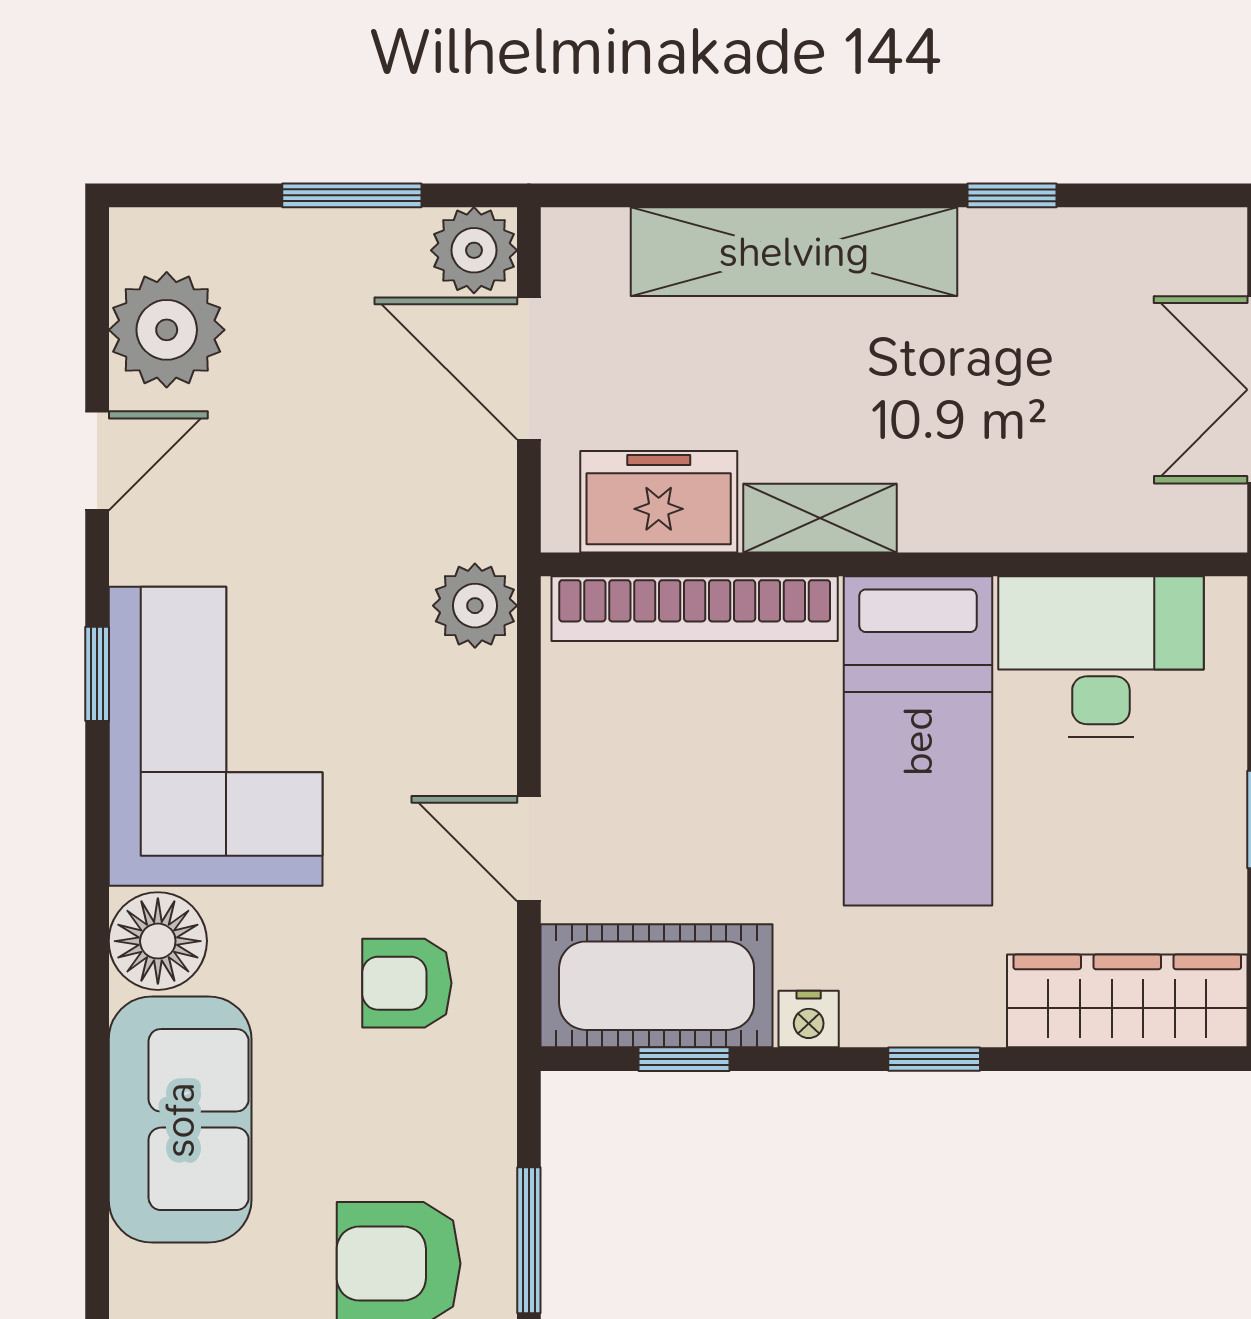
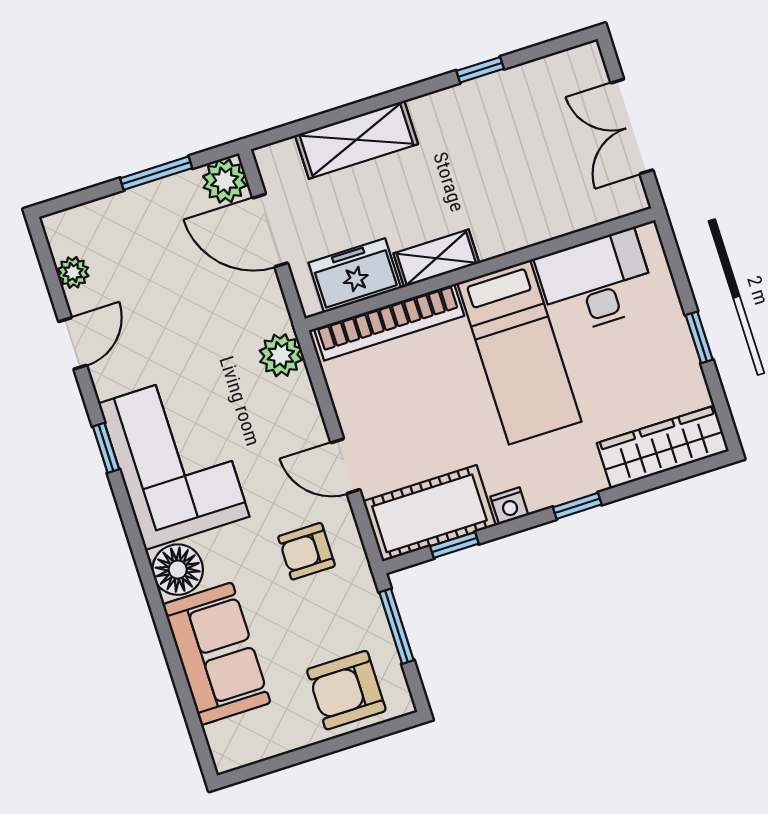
shelving: (794, 252) -> (356, 140), width x0.68
plant: (167, 330) -> (73, 272), width x0.53, depth x0.53
window: (529, 1240) -> (396, 626), moved

